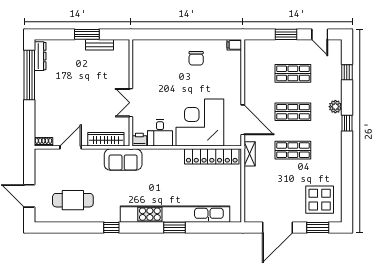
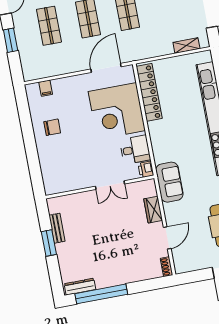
filing cabinet: (234, 45) -> (46, 88), moved
wardrobe: (106, 139) -> (153, 210), width x0.67
door: (71, 147) -> (167, 238), swing flipped
shelving: (250, 154) -> (186, 46), moved

